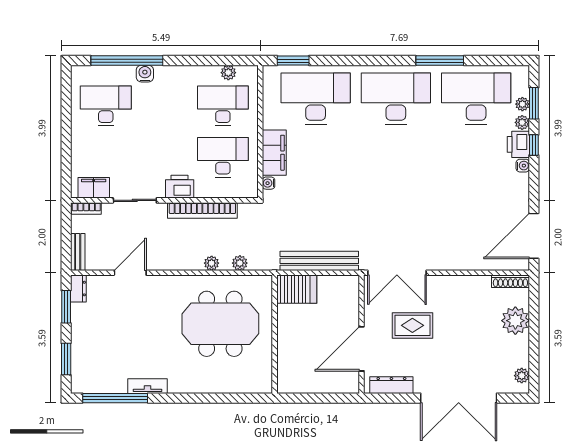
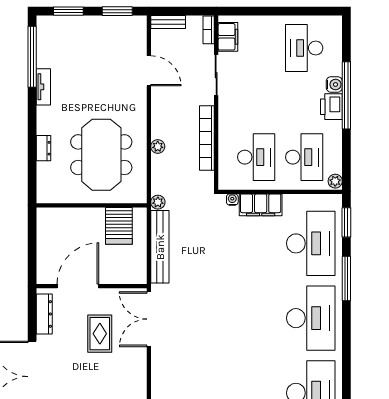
window: (127, 61) -> (346, 95), moved
window: (440, 61) -> (346, 279), moved
plant: (228, 73) -> (335, 181), moved
desk: (106, 106) -> (304, 48), turned 180
printer: (180, 187) -> (331, 107), moved, turned 180
plant: (240, 263) -> (158, 202), moved
dresser: (78, 289) -> (44, 148), moved, turned -90
server rack: (297, 289) -> (119, 226), moved
door: (361, 349) -> (78, 286), hinge flipped

